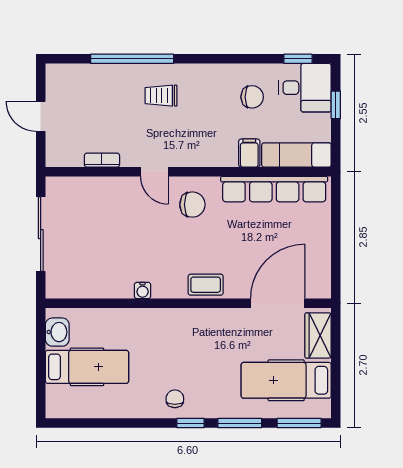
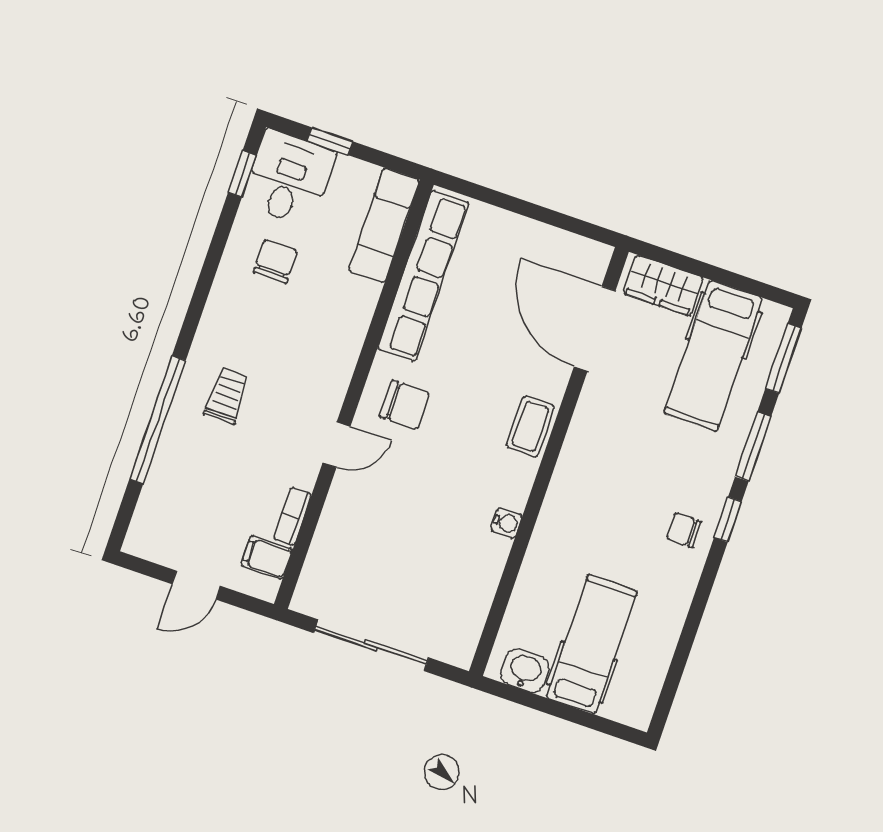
trolley: (161, 96) -> (227, 396), turned 180
filing cabinet: (249, 153) -> (267, 557), moved
chair: (192, 205) -> (405, 405), turned 90

